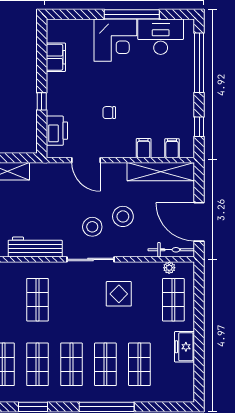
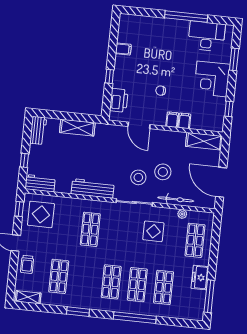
corner desk: (115, 40) -> (212, 79), moved, turned 90
filing cabinet: (56, 57) -> (123, 49), width x0.50
window: (199, 63) -> (234, 59), width x0.47
filing cabinet: (172, 148) -> (172, 120), moved
shelving: (161, 172) -> (204, 141), width x0.68
bicycle: (171, 250) -> (176, 199), moved
plant: (169, 268) -> (182, 214), moved
shop shelf: (38, 364) -> (85, 279), removed
window: (199, 370) -> (209, 296), added

